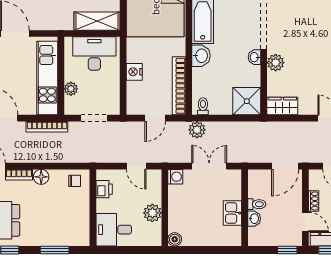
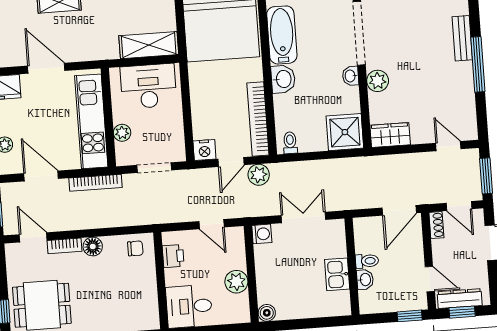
nightstand: (134, 72) -> (204, 150), moved, turned -90
plant: (197, 130) -> (259, 175), moved
shoe rack: (314, 201) -> (436, 225), moved

